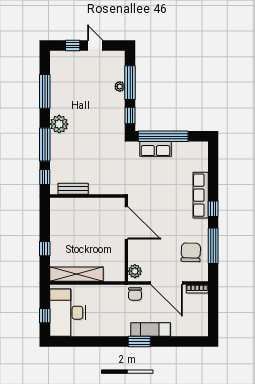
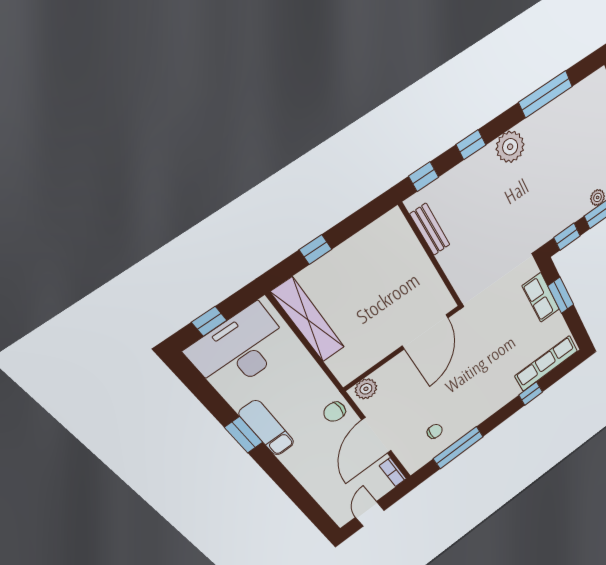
window: (163, 136) -> (561, 295), width x0.47
window: (45, 144) -> (471, 145), width x0.46
row of seats: (201, 195) -> (546, 363), moved
window: (213, 209) -> (531, 393), moved
chair: (191, 252) -> (435, 431), width x0.54, depth x0.54
door: (213, 317) -> (370, 514), added
exam couch: (151, 330) -> (267, 428), moved
window: (139, 342) -> (244, 435), moved

